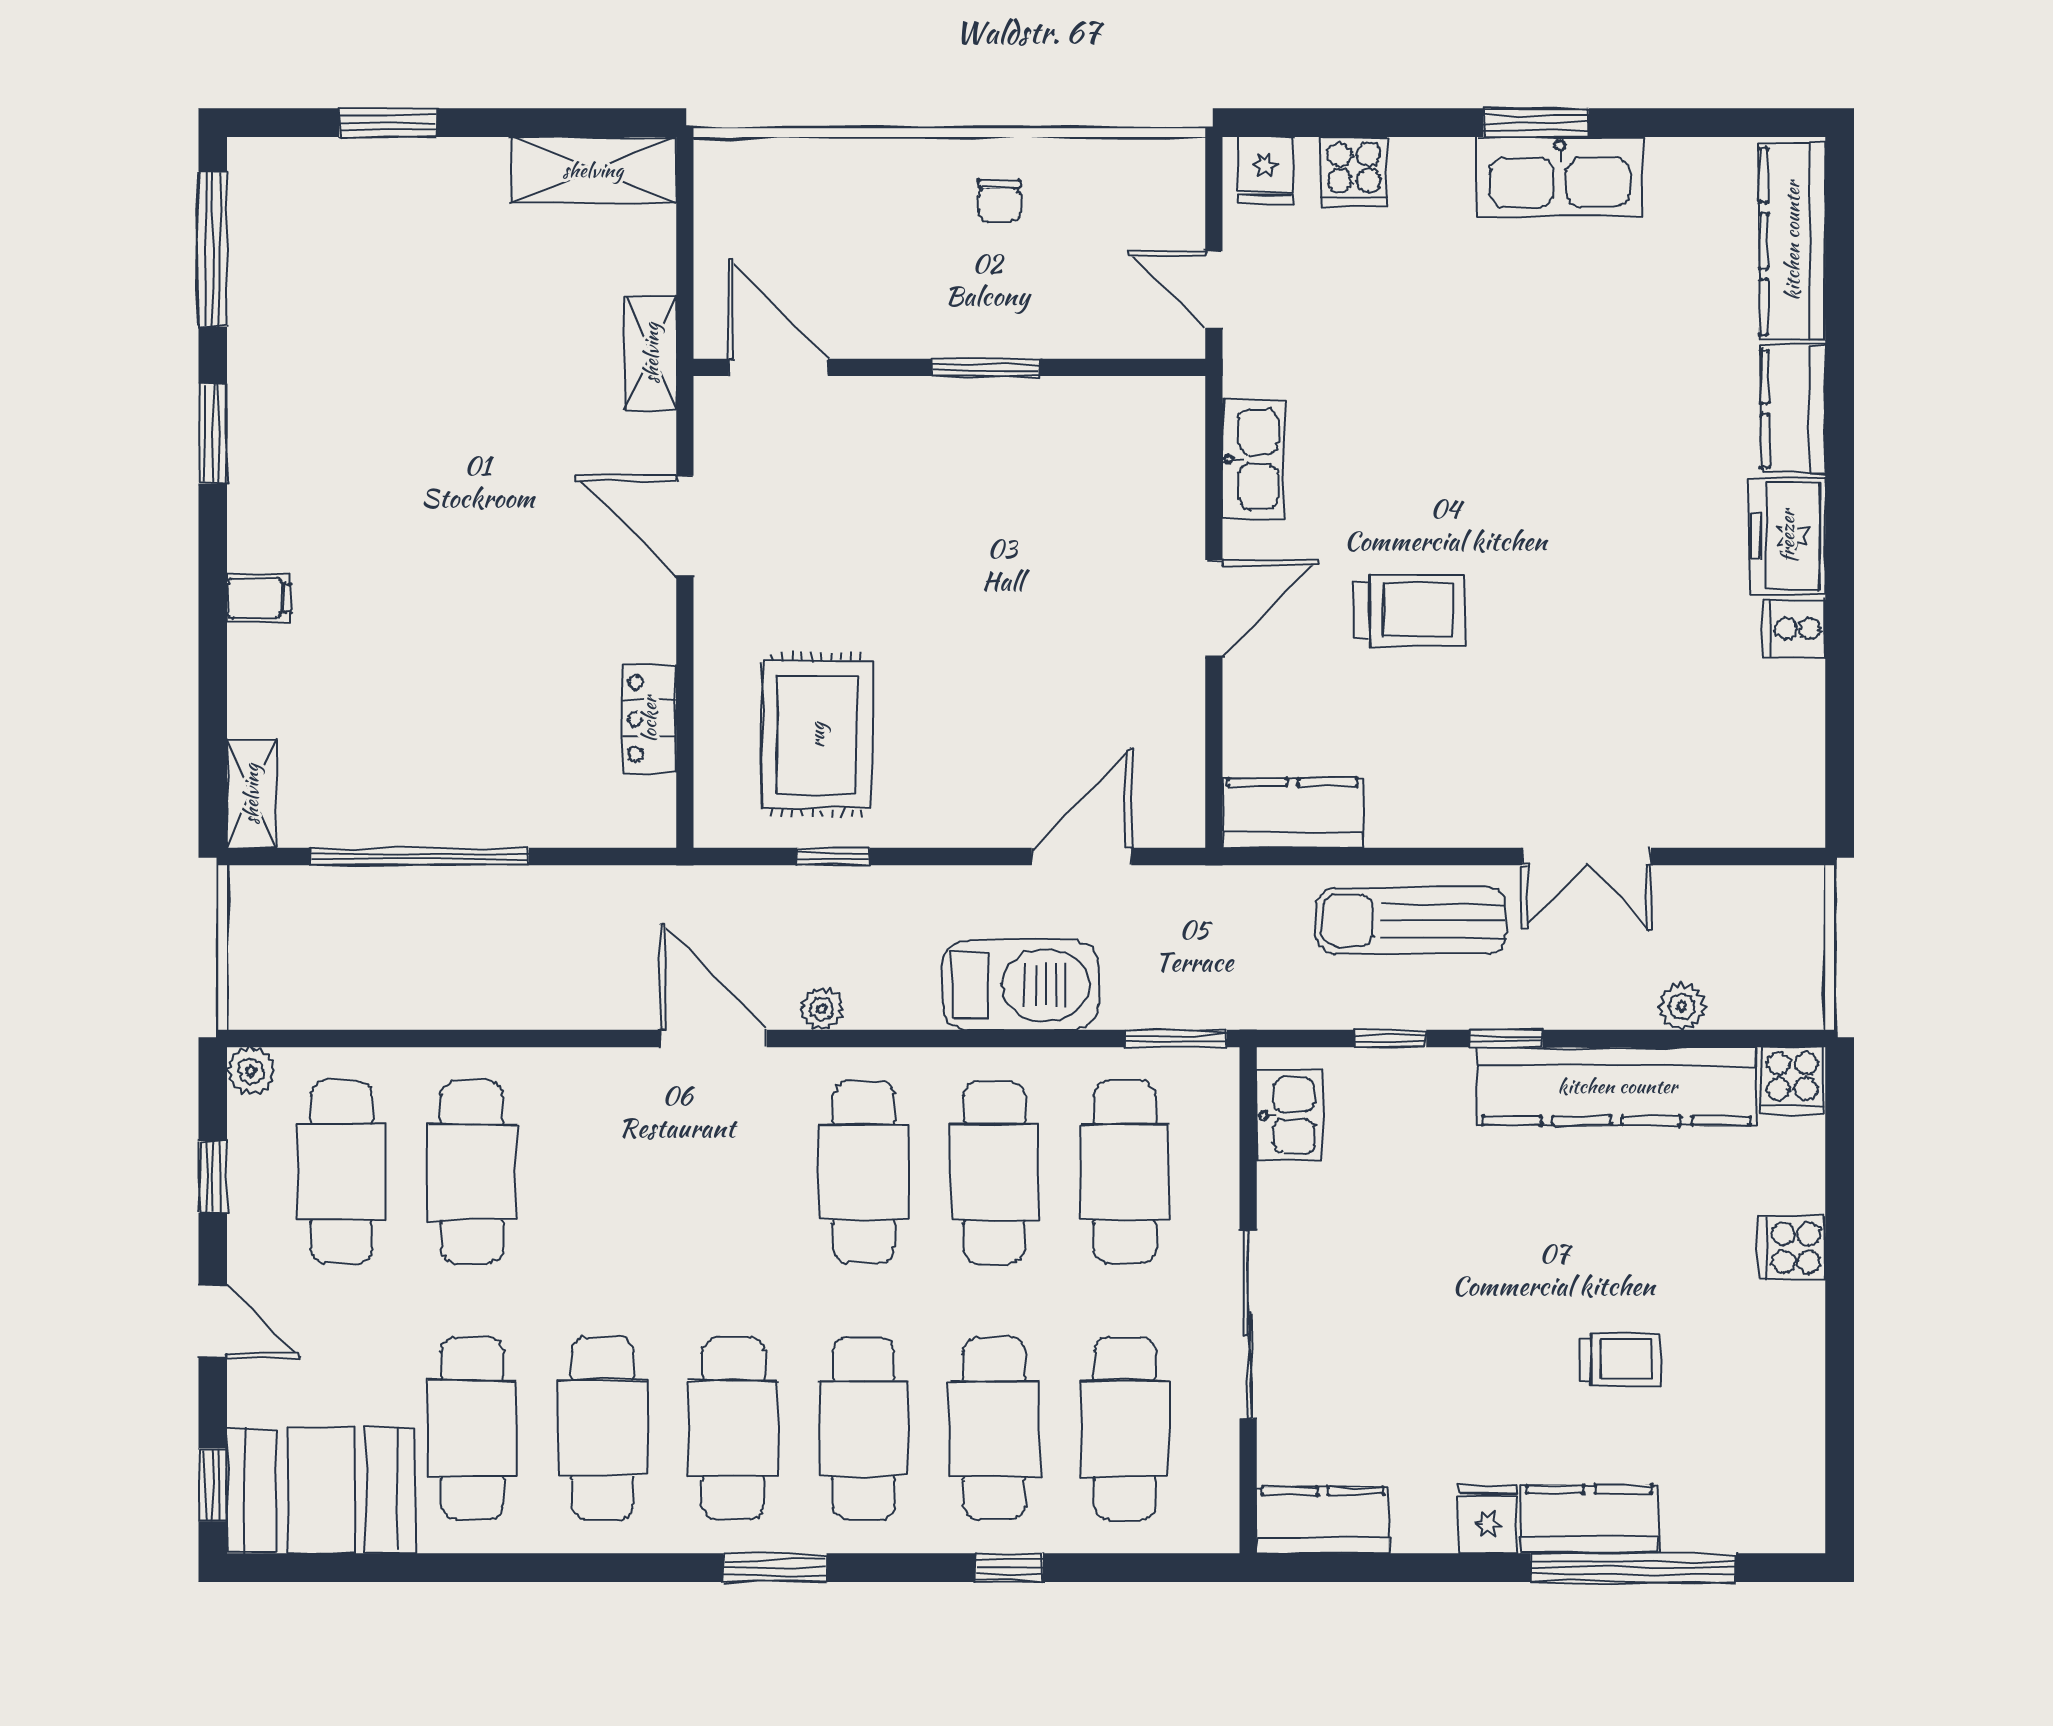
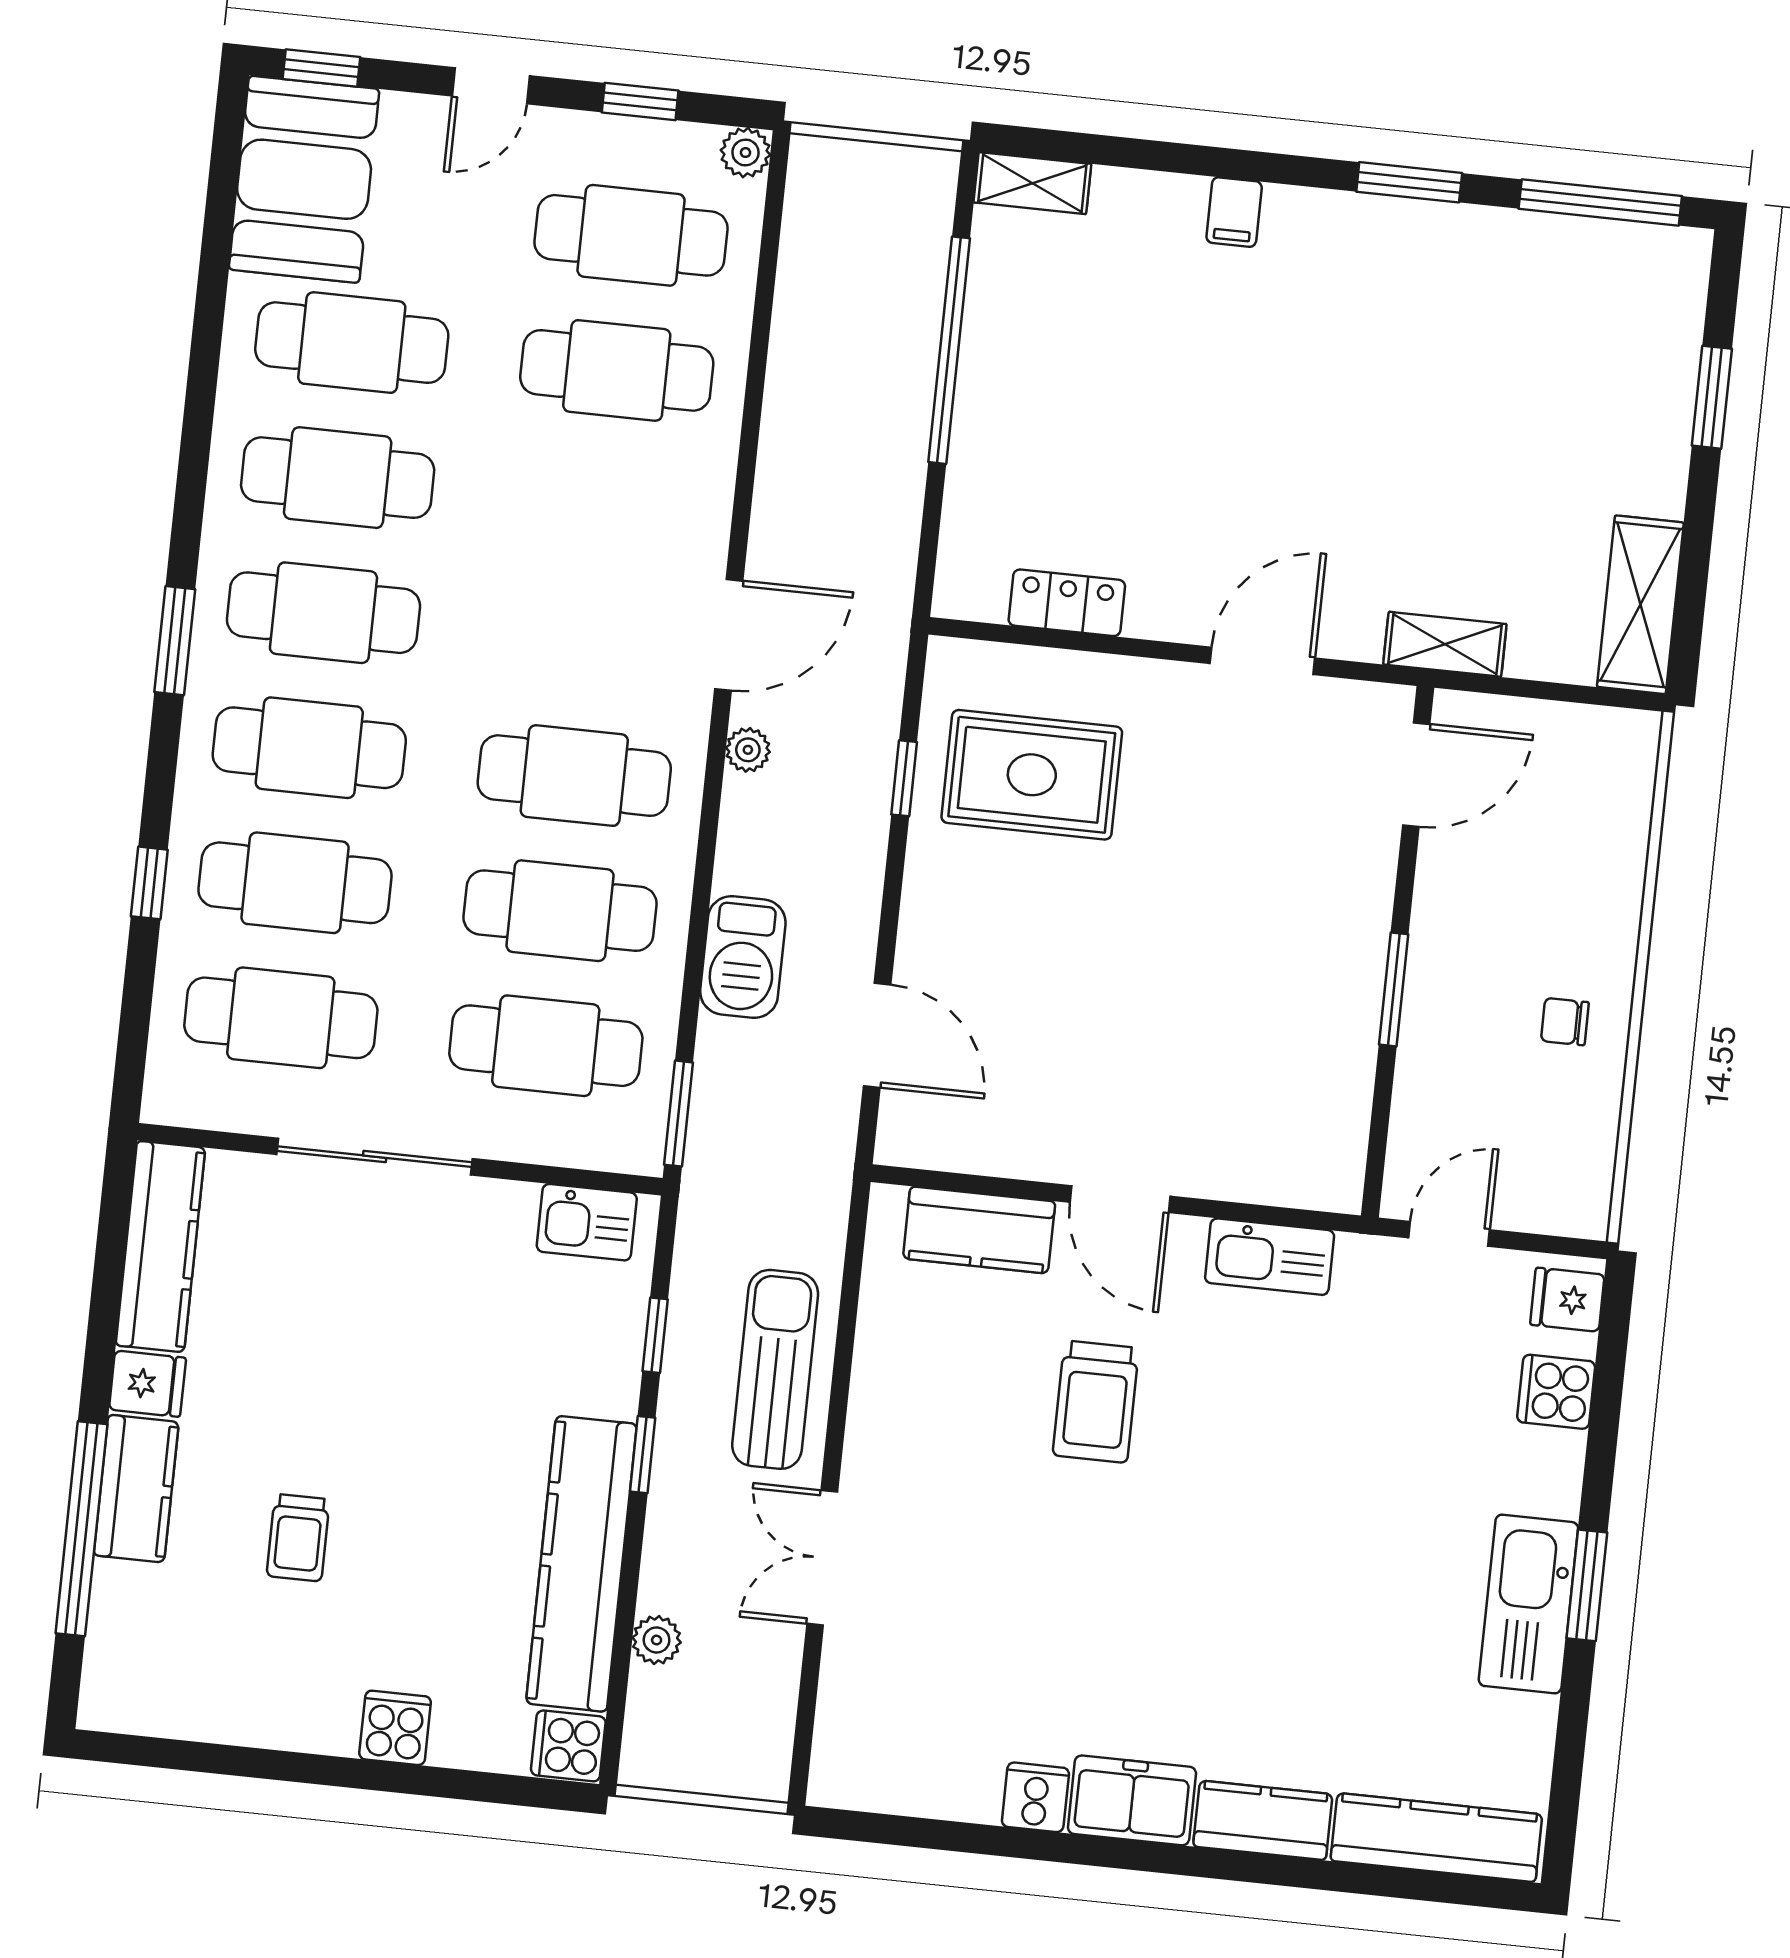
kitchen counter: (1293, 813) -> (979, 1230), moved, turned 90
barbecue: (1020, 985) -> (743, 957), width x0.73, depth x0.83
kitchen counter: (1323, 1520) -> (161, 1247), width x1.50

